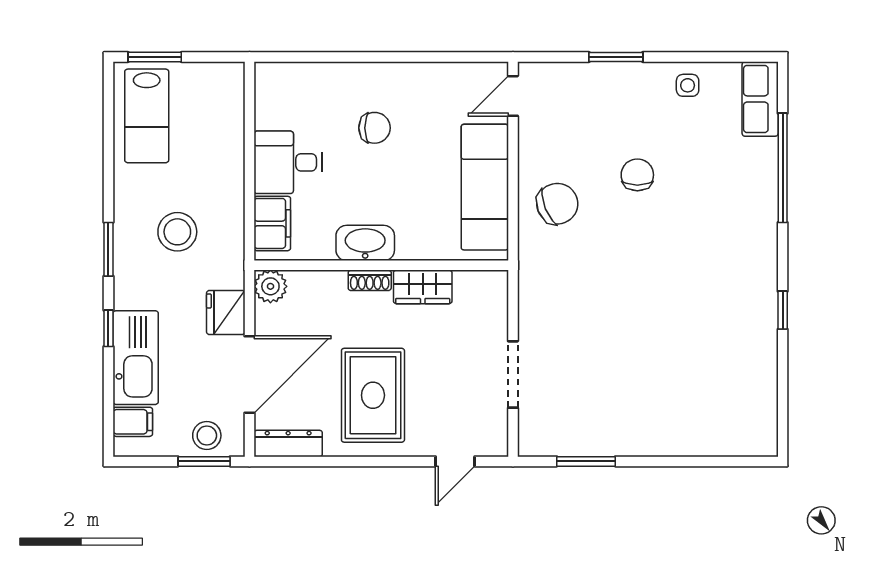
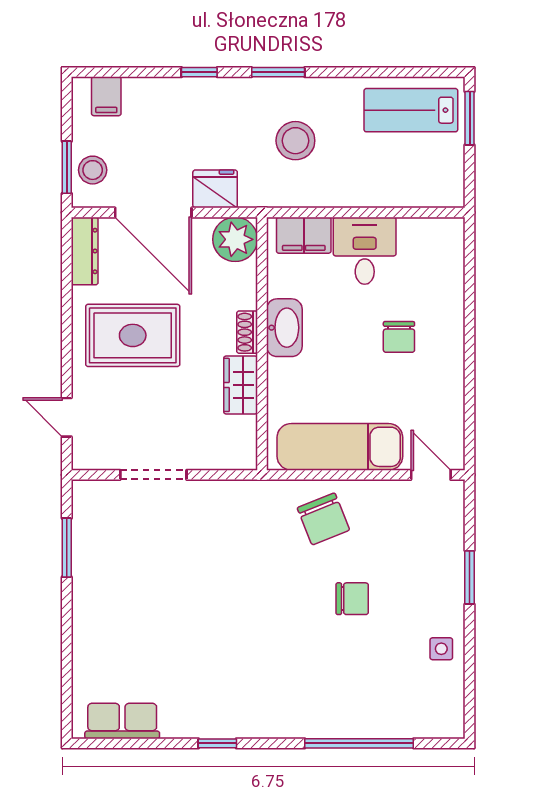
row of seats: (760, 99) -> (122, 721), moved
plant: (270, 286) -> (235, 239), width x1.36, depth x1.36
kitchen sink: (136, 358) -> (170, 99), removed

